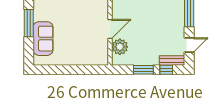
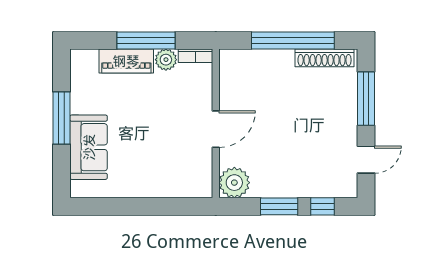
plant: (120, 47) -> (234, 183), moved
bench: (172, 60) -> (334, 189), removed

